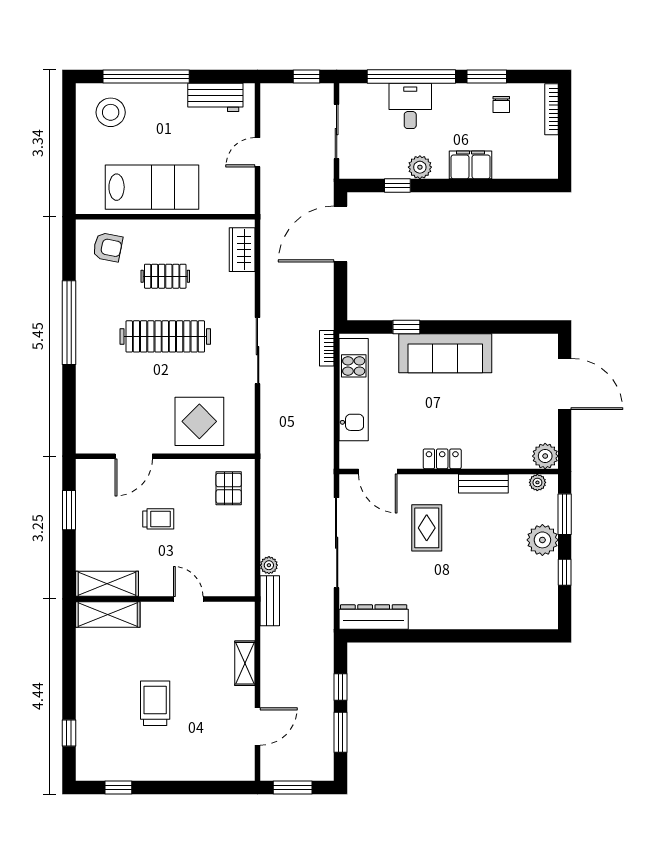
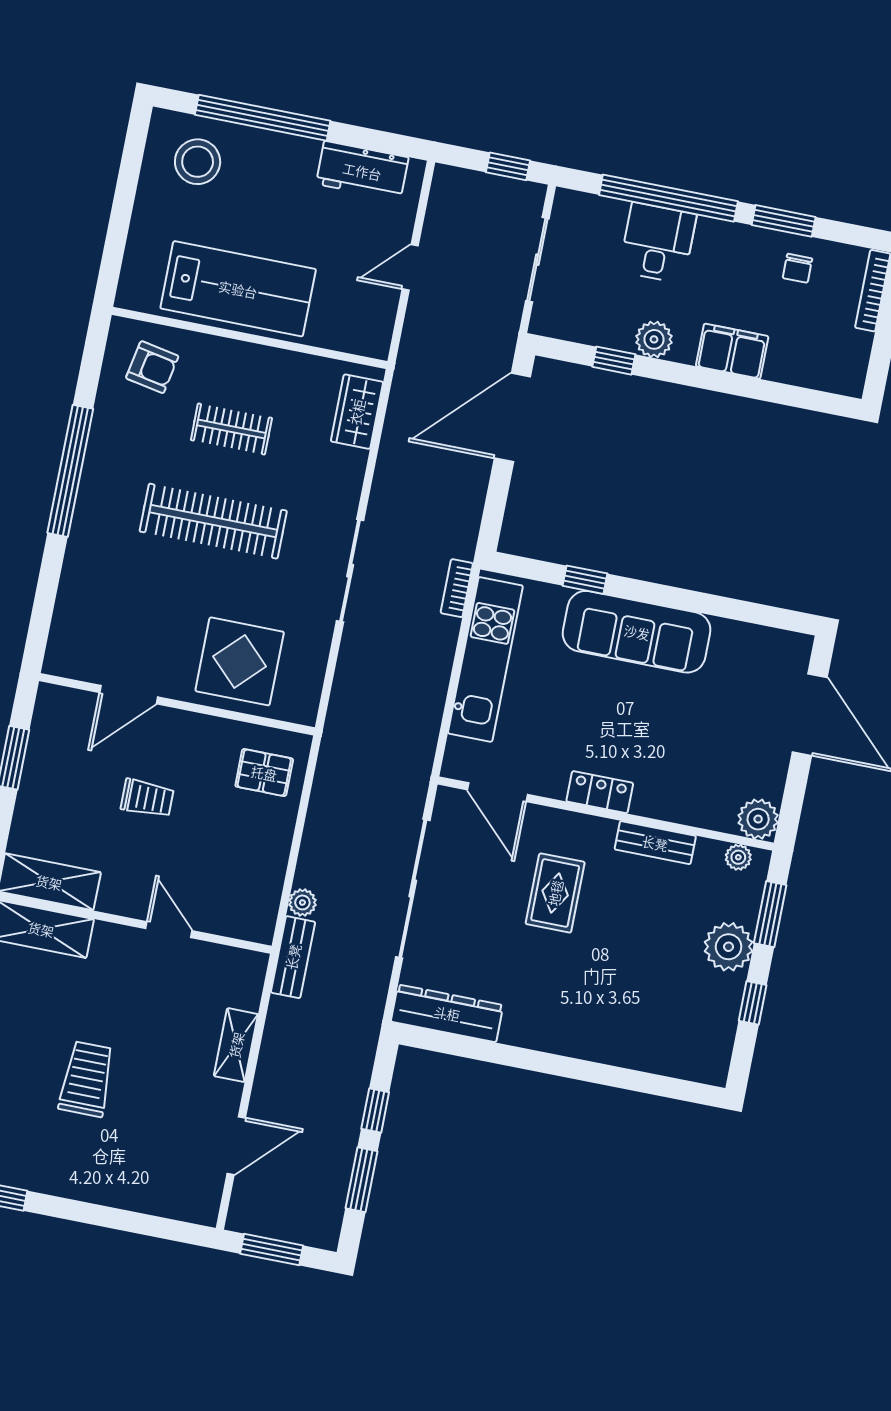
pallet: (229, 488) -> (264, 773), turned 90

